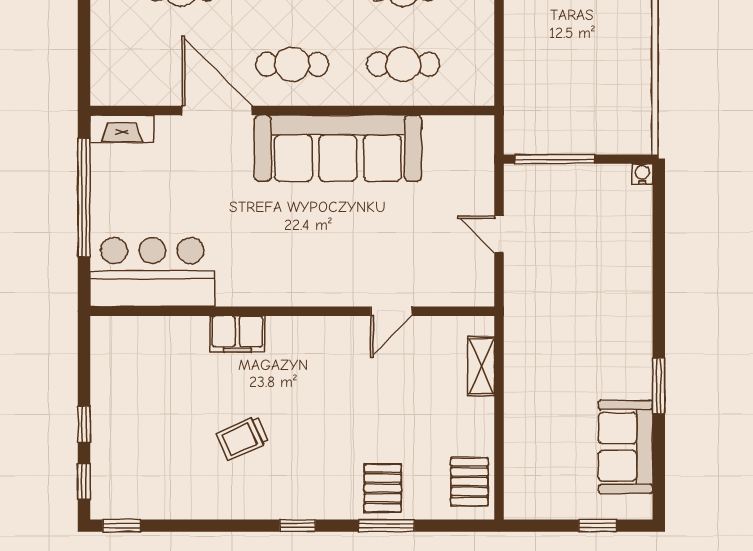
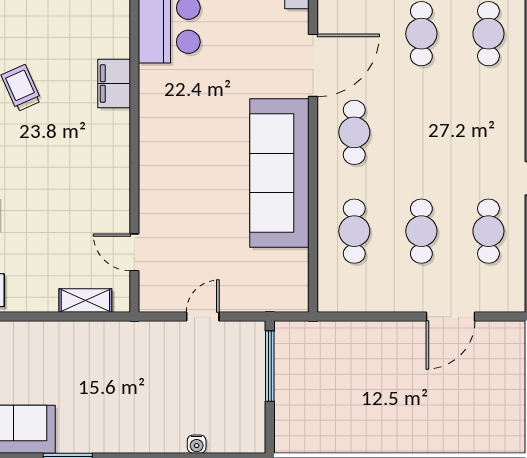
water cooler: (642, 174) -> (197, 444), moved, turned 90
door: (391, 311) -> (134, 252), moved

